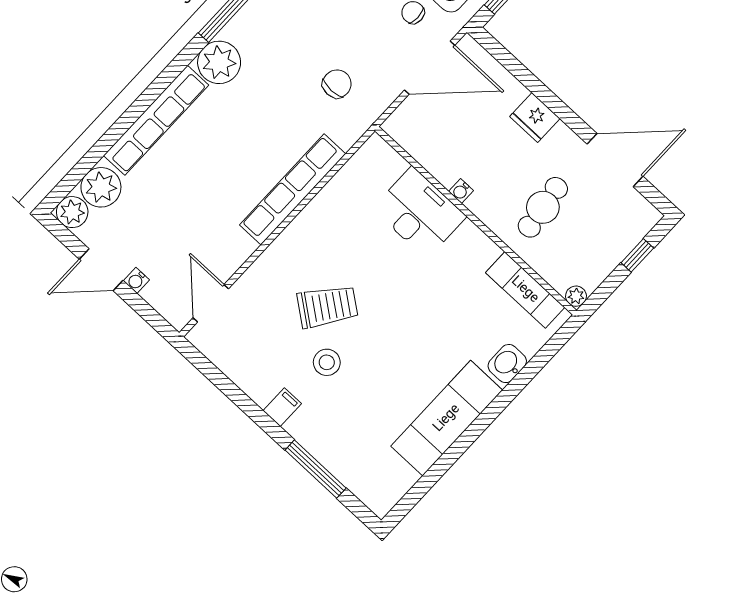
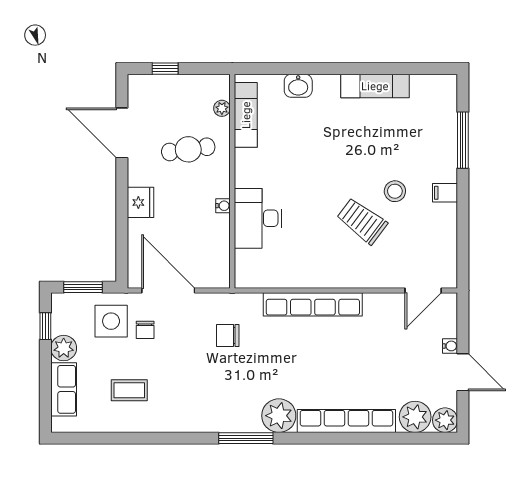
plant: (576, 296) -> (222, 108), moved
exam couch: (447, 418) -> (375, 86), width x0.73, depth x0.69

